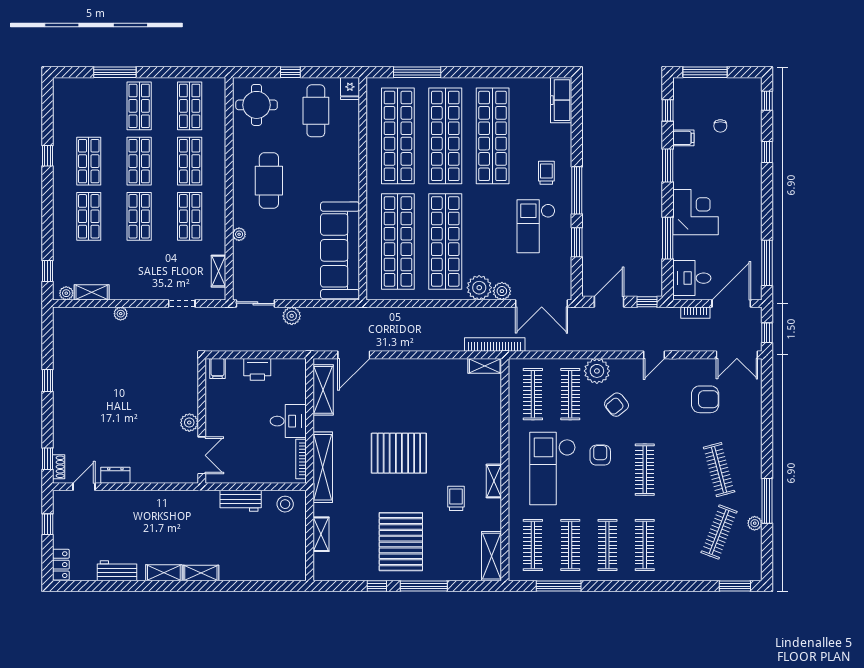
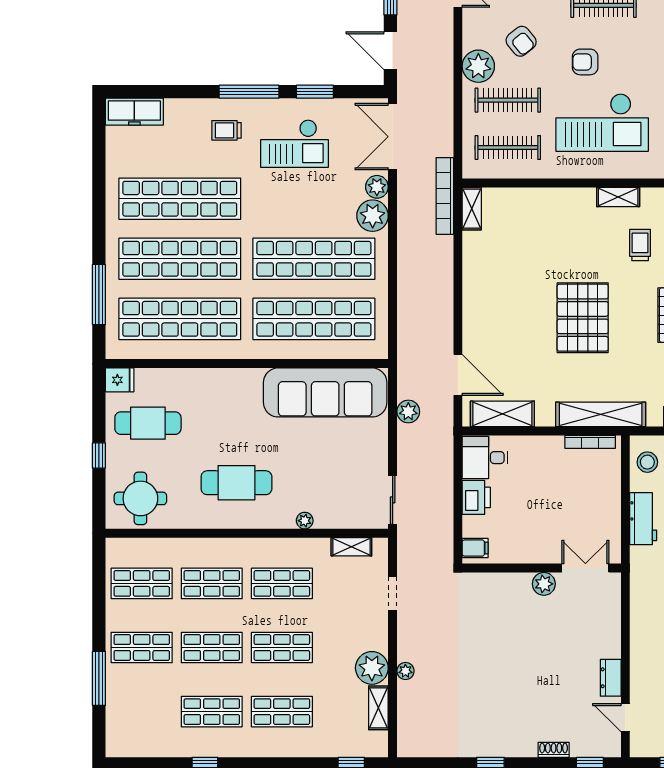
plant: (66, 293) -> (372, 668), moved, width x1.88, depth x1.88
double door: (542, 303) -> (393, 137), swing flipped
plant: (292, 316) -> (408, 412), moved
desk: (288, 421) -> (485, 458), moved, turned -90
shoe rack: (59, 467) -> (554, 750), moved
trolley: (456, 498) -> (640, 245), turned 90

